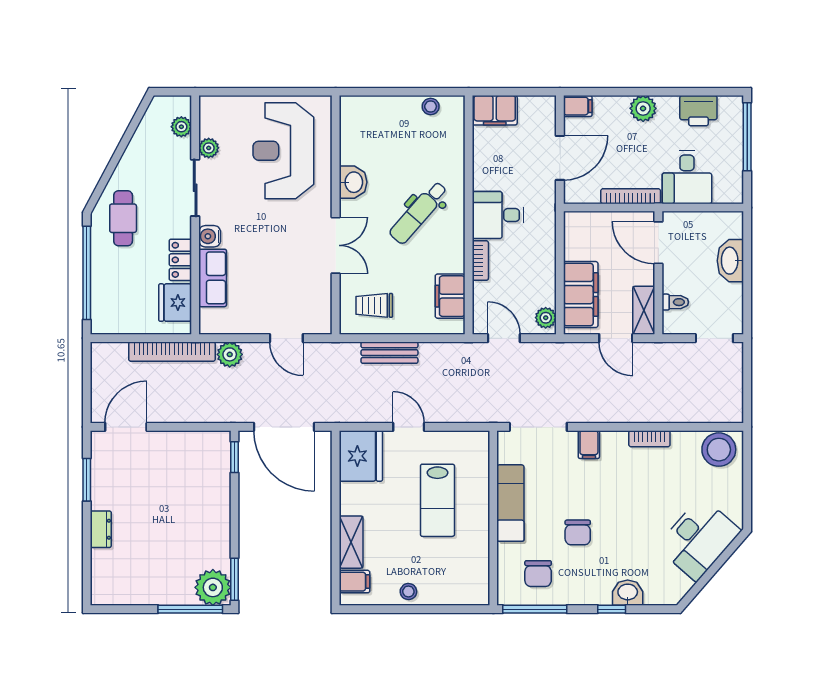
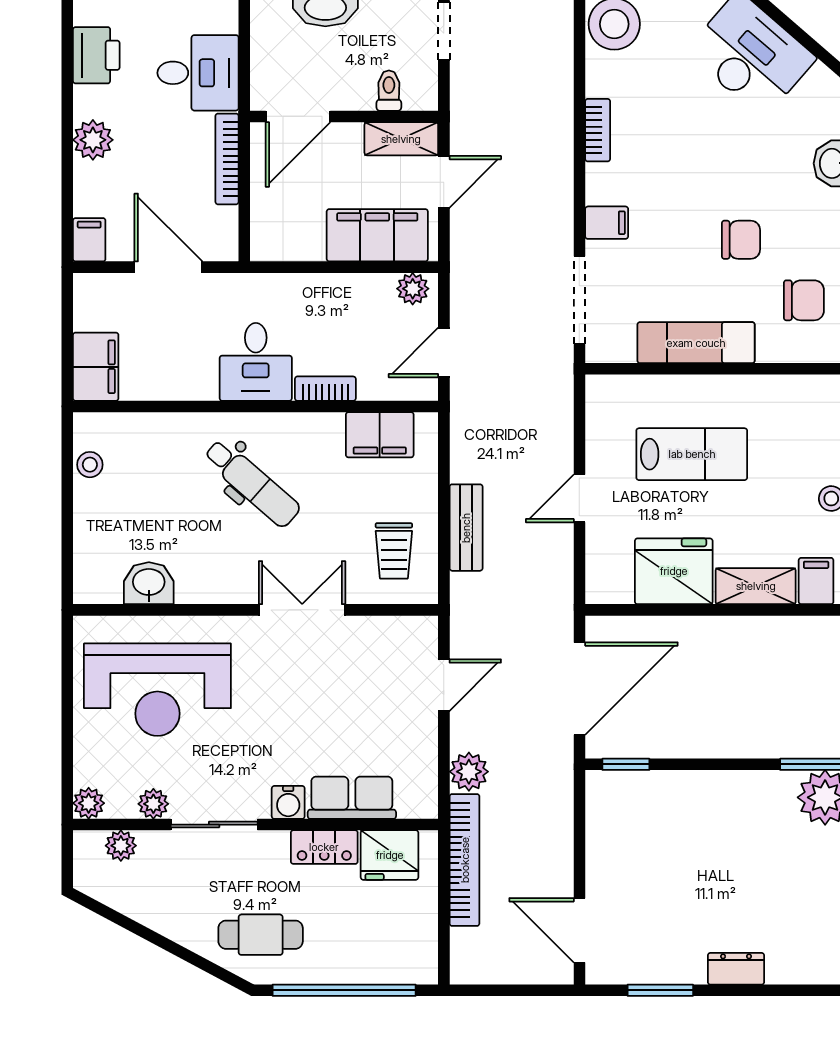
plant: (209, 106) -> (89, 803), added
washbasin: (353, 182) -> (149, 583), moved
fridge: (361, 456) -> (674, 571), moved

